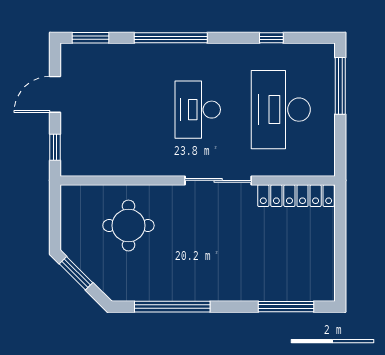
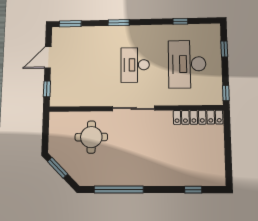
window: (171, 38) -> (119, 23), width x0.47
window: (340, 86) -> (224, 49), width x0.46
window: (340, 157) -> (226, 93), added
sliding door: (218, 180) -> (134, 108), moved
window: (286, 307) -> (193, 190), width x0.46

